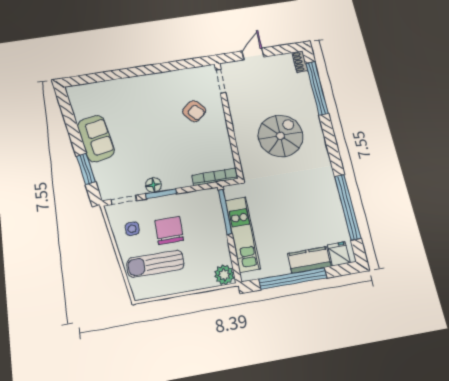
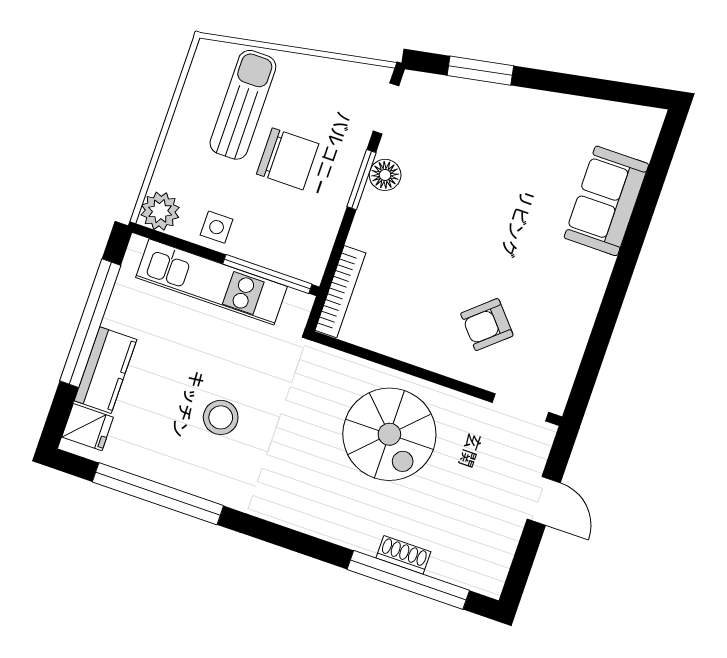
shoe rack: (300, 62) -> (403, 555), moved
spiral stairs: (280, 136) -> (389, 434), moved
sofa: (96, 138) -> (606, 201), moved, turned 100
stool: (299, 198) -> (221, 417), added
side table: (132, 229) -> (217, 227), moved

